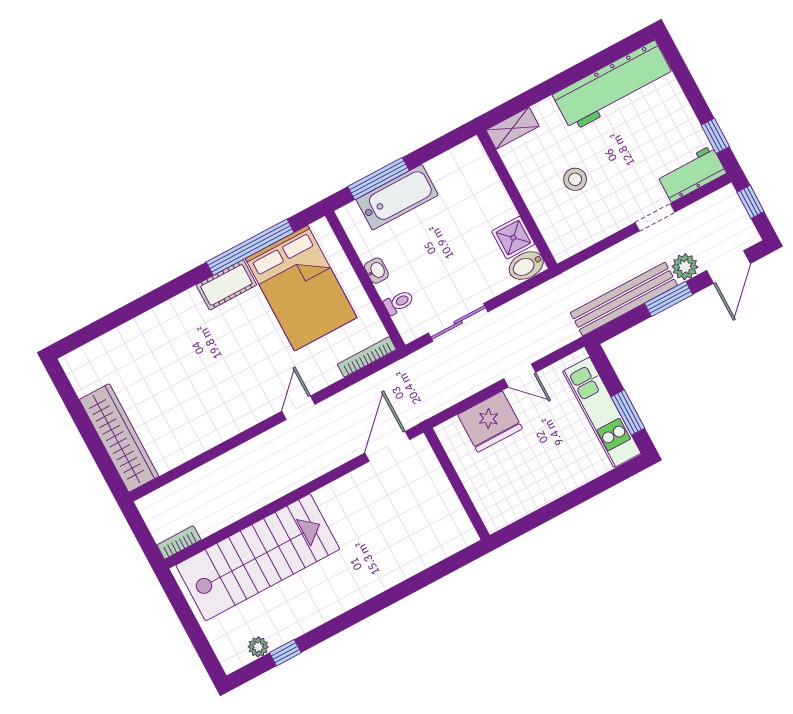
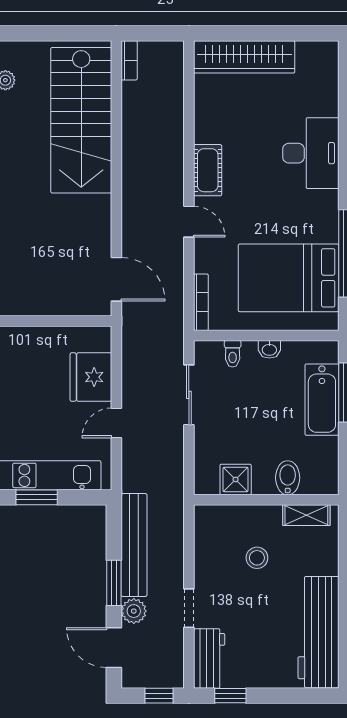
shelving: (513, 128) -> (306, 515), moved, turned 90
bidet: (526, 266) -> (288, 478), moved
cot: (226, 285) -> (208, 170), moved
desk: (175, 329) -> (311, 153), added

